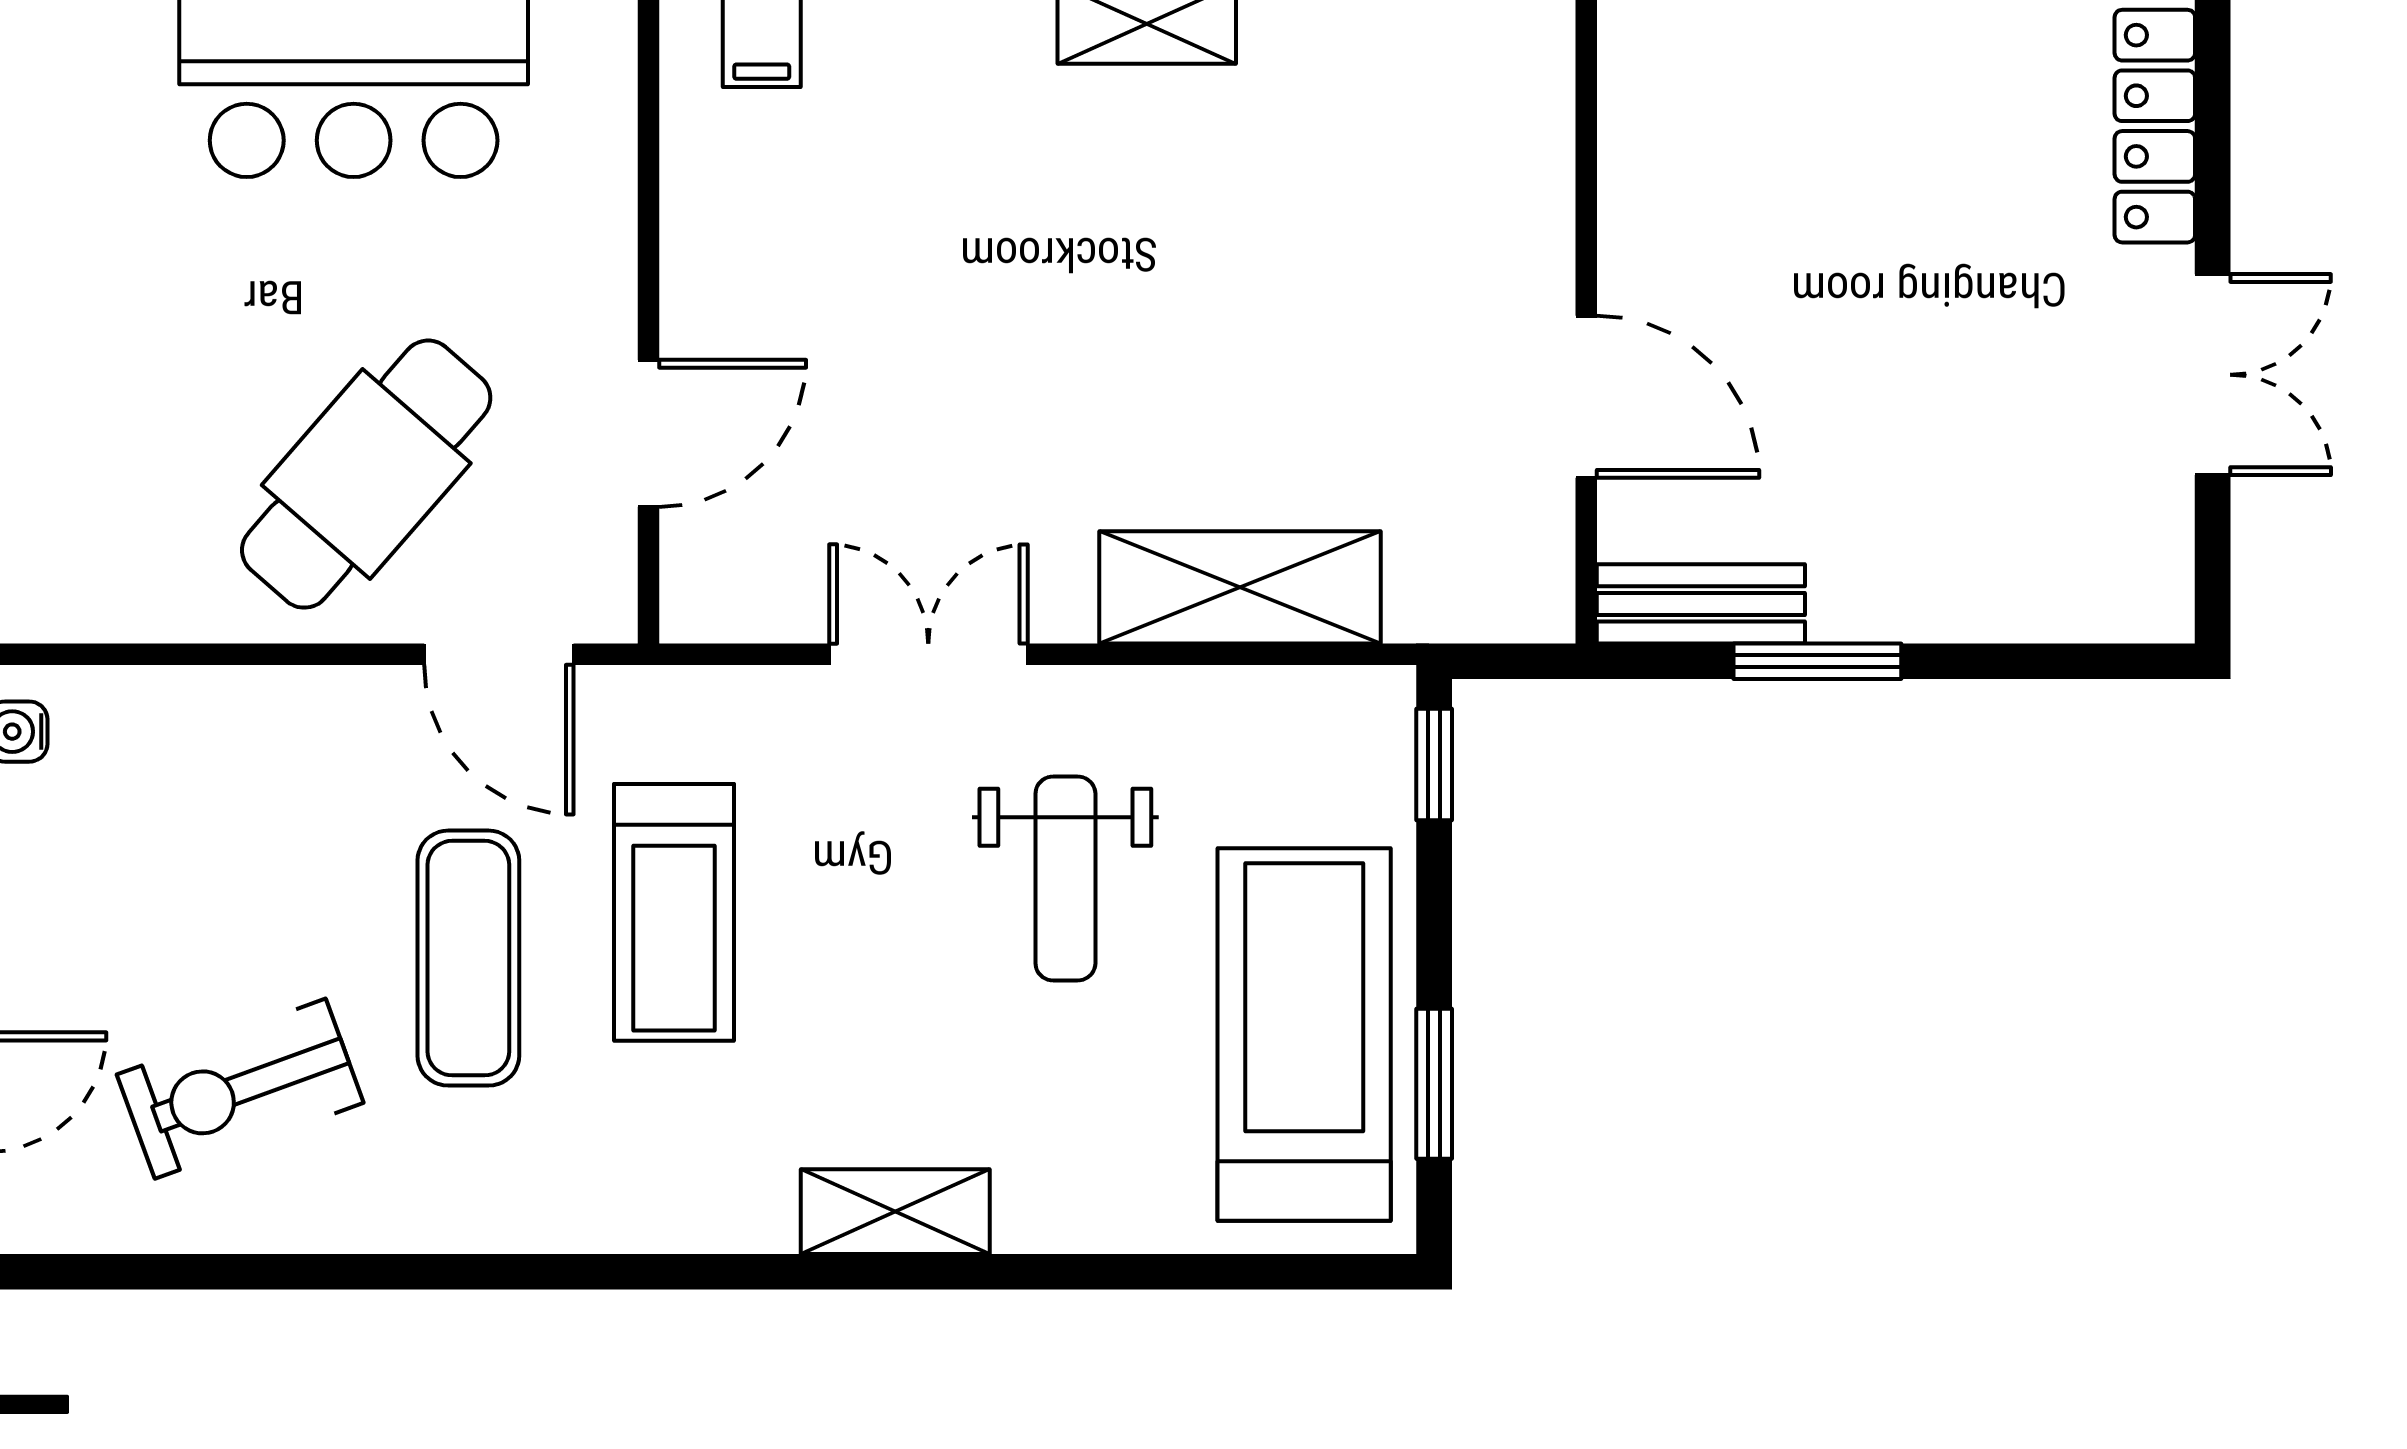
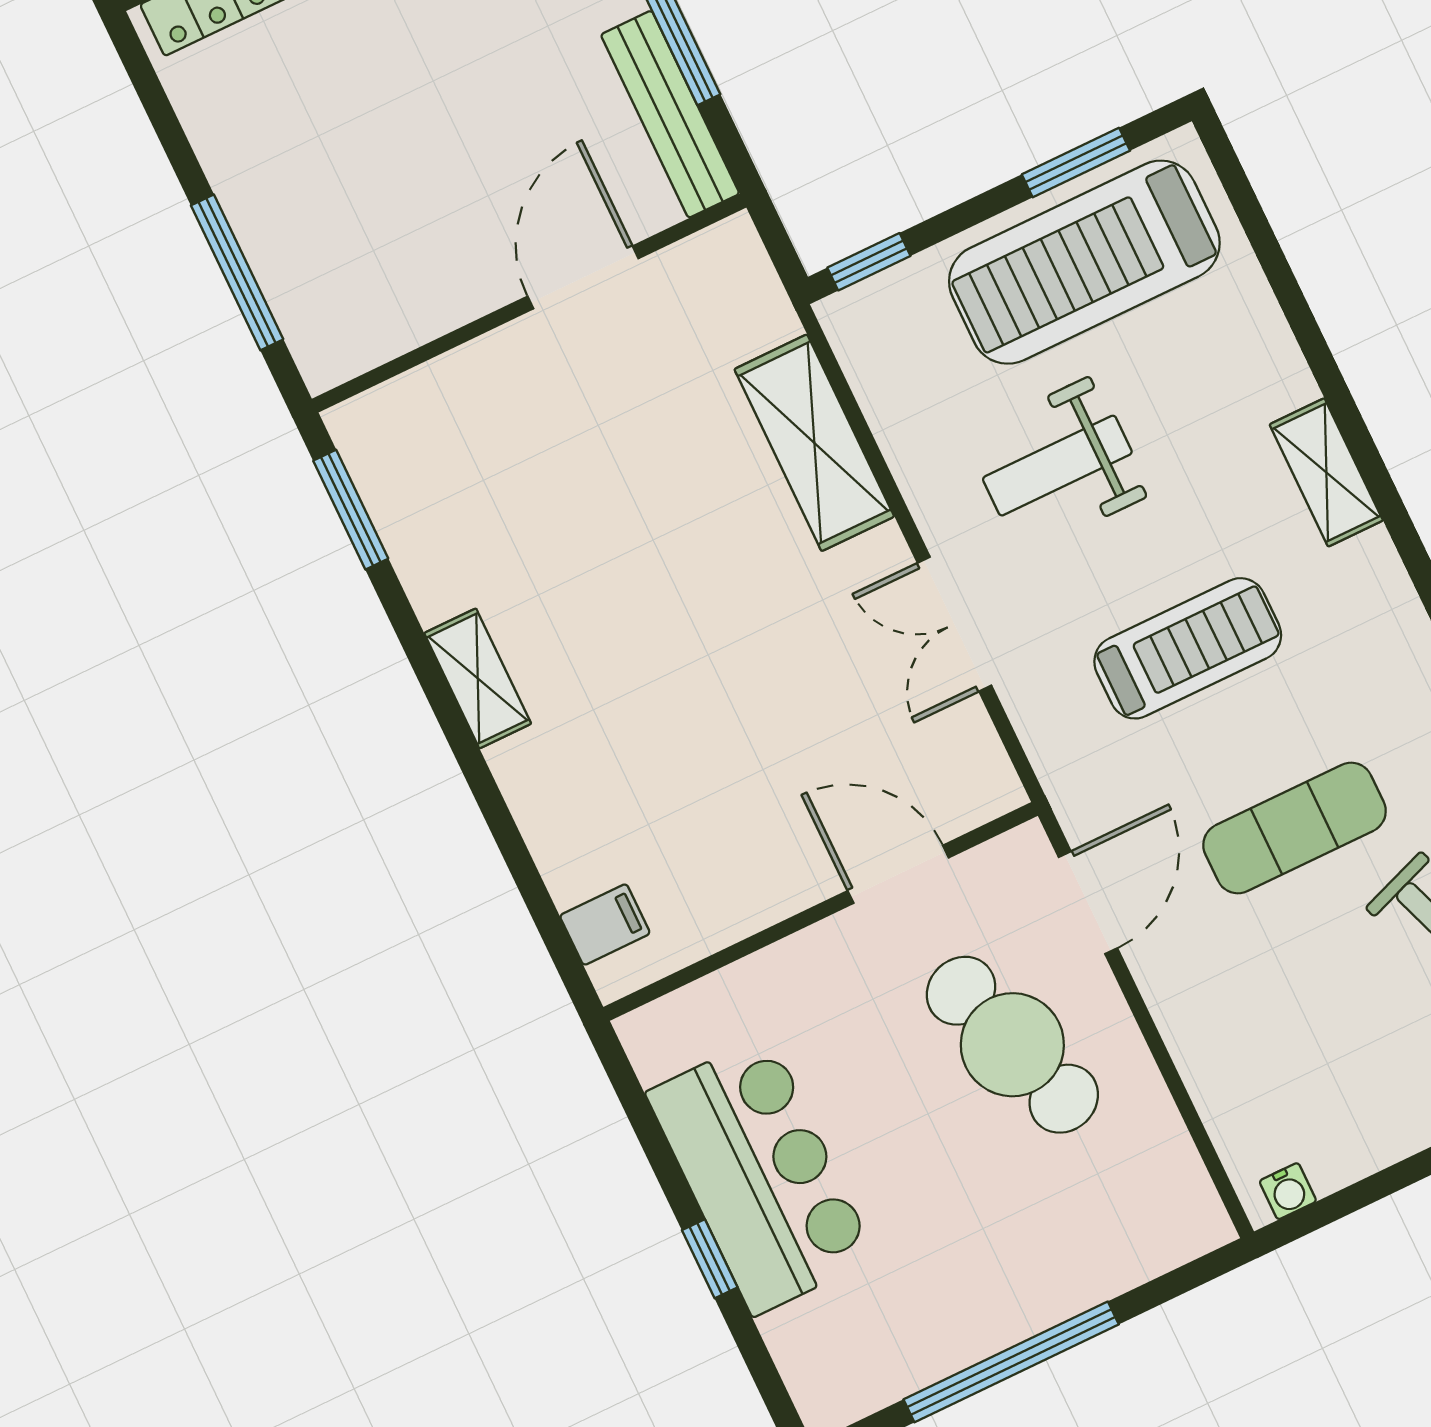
cafe table: (366, 474) -> (1012, 1045), turned 31
bench: (1701, 604) -> (670, 114), width x1.36
weight bench: (1065, 878) -> (1057, 466), turned 180
treadmill: (674, 912) -> (1188, 648), moved

